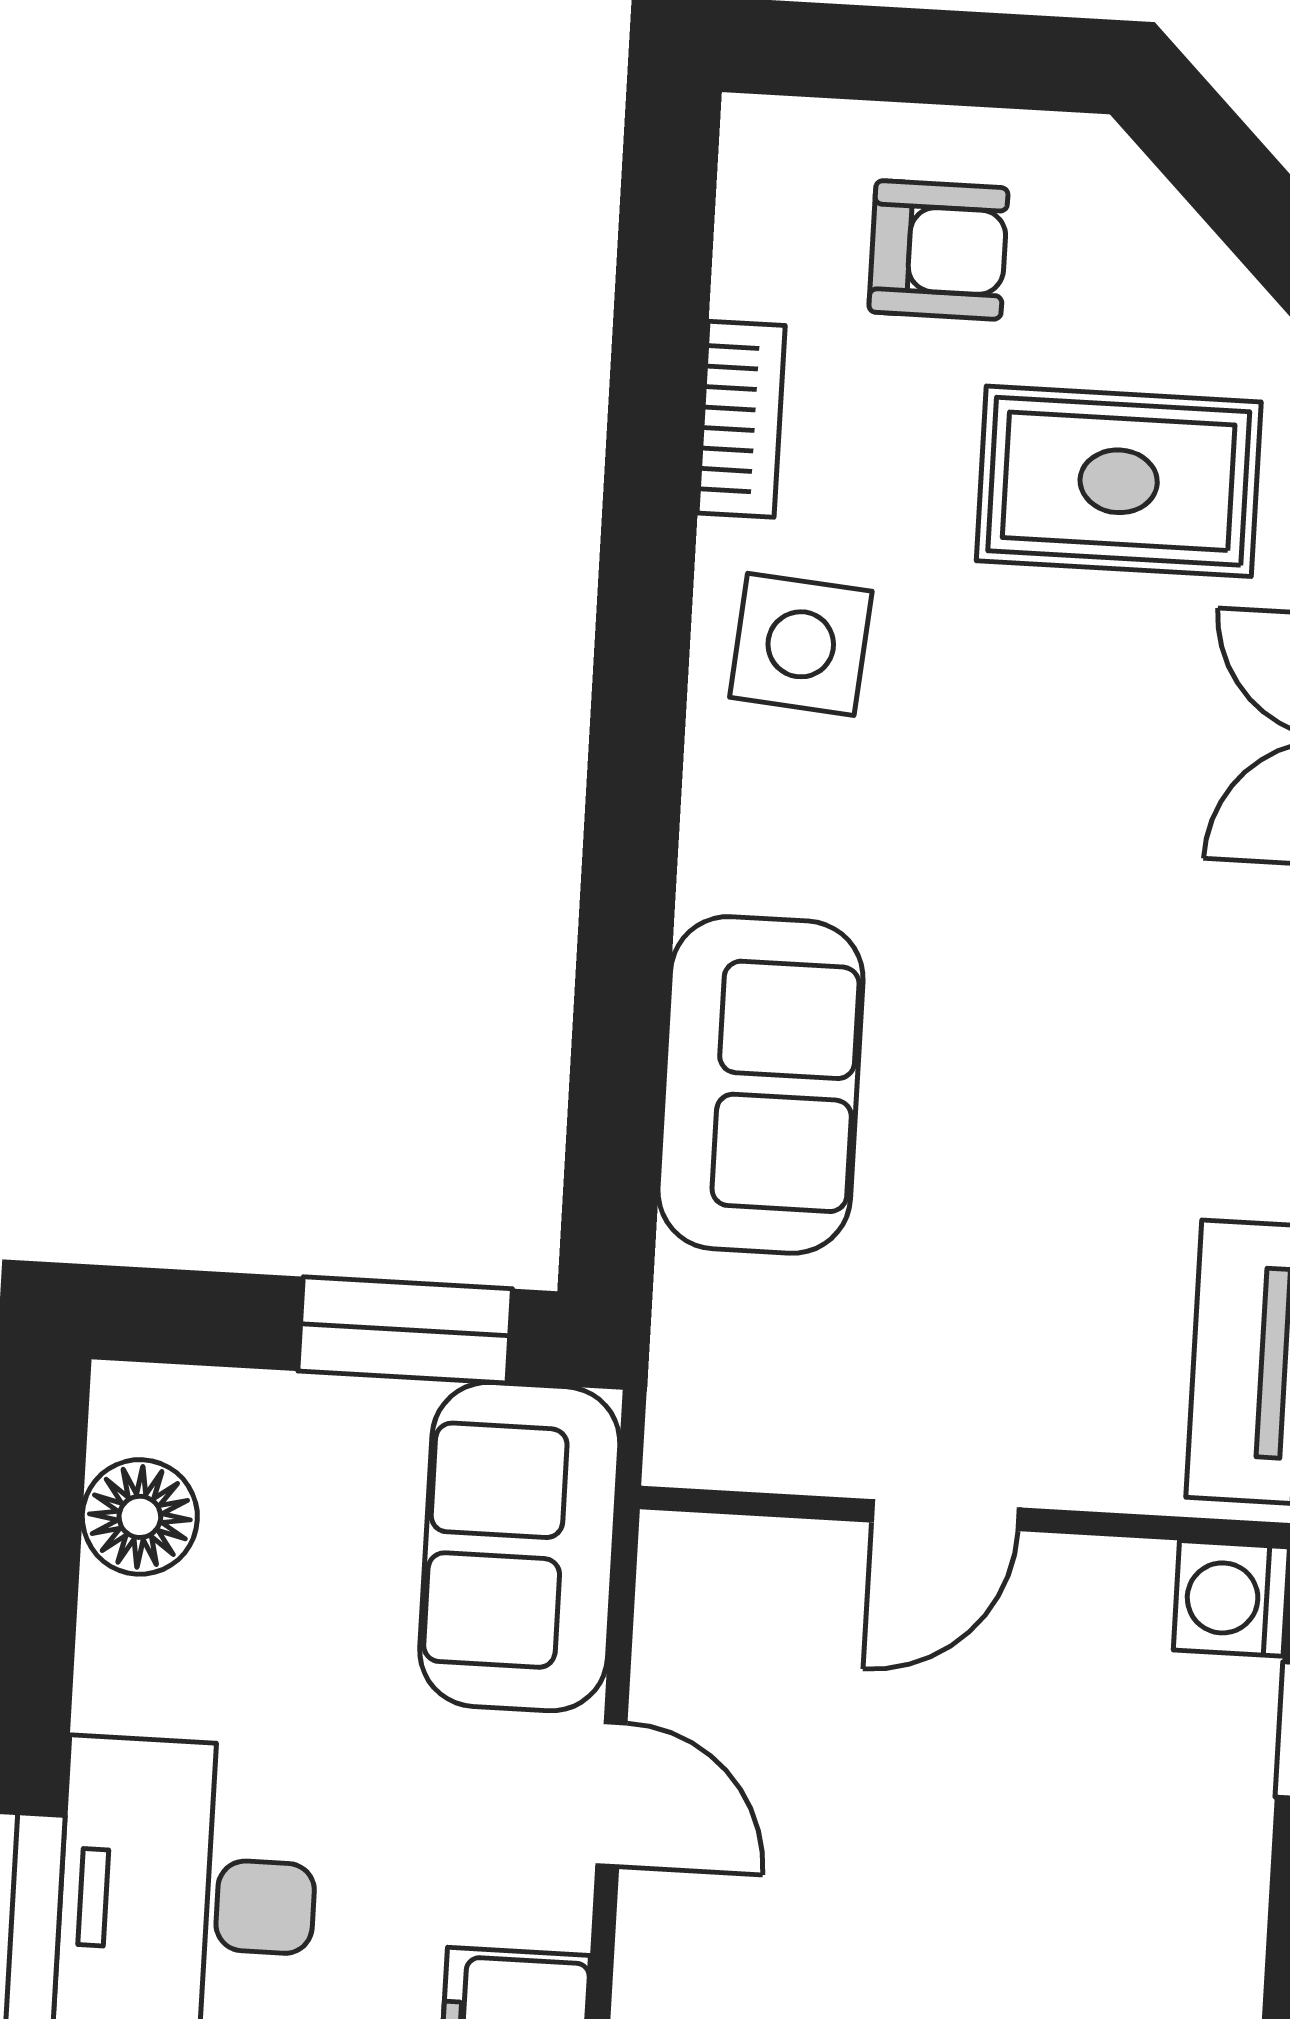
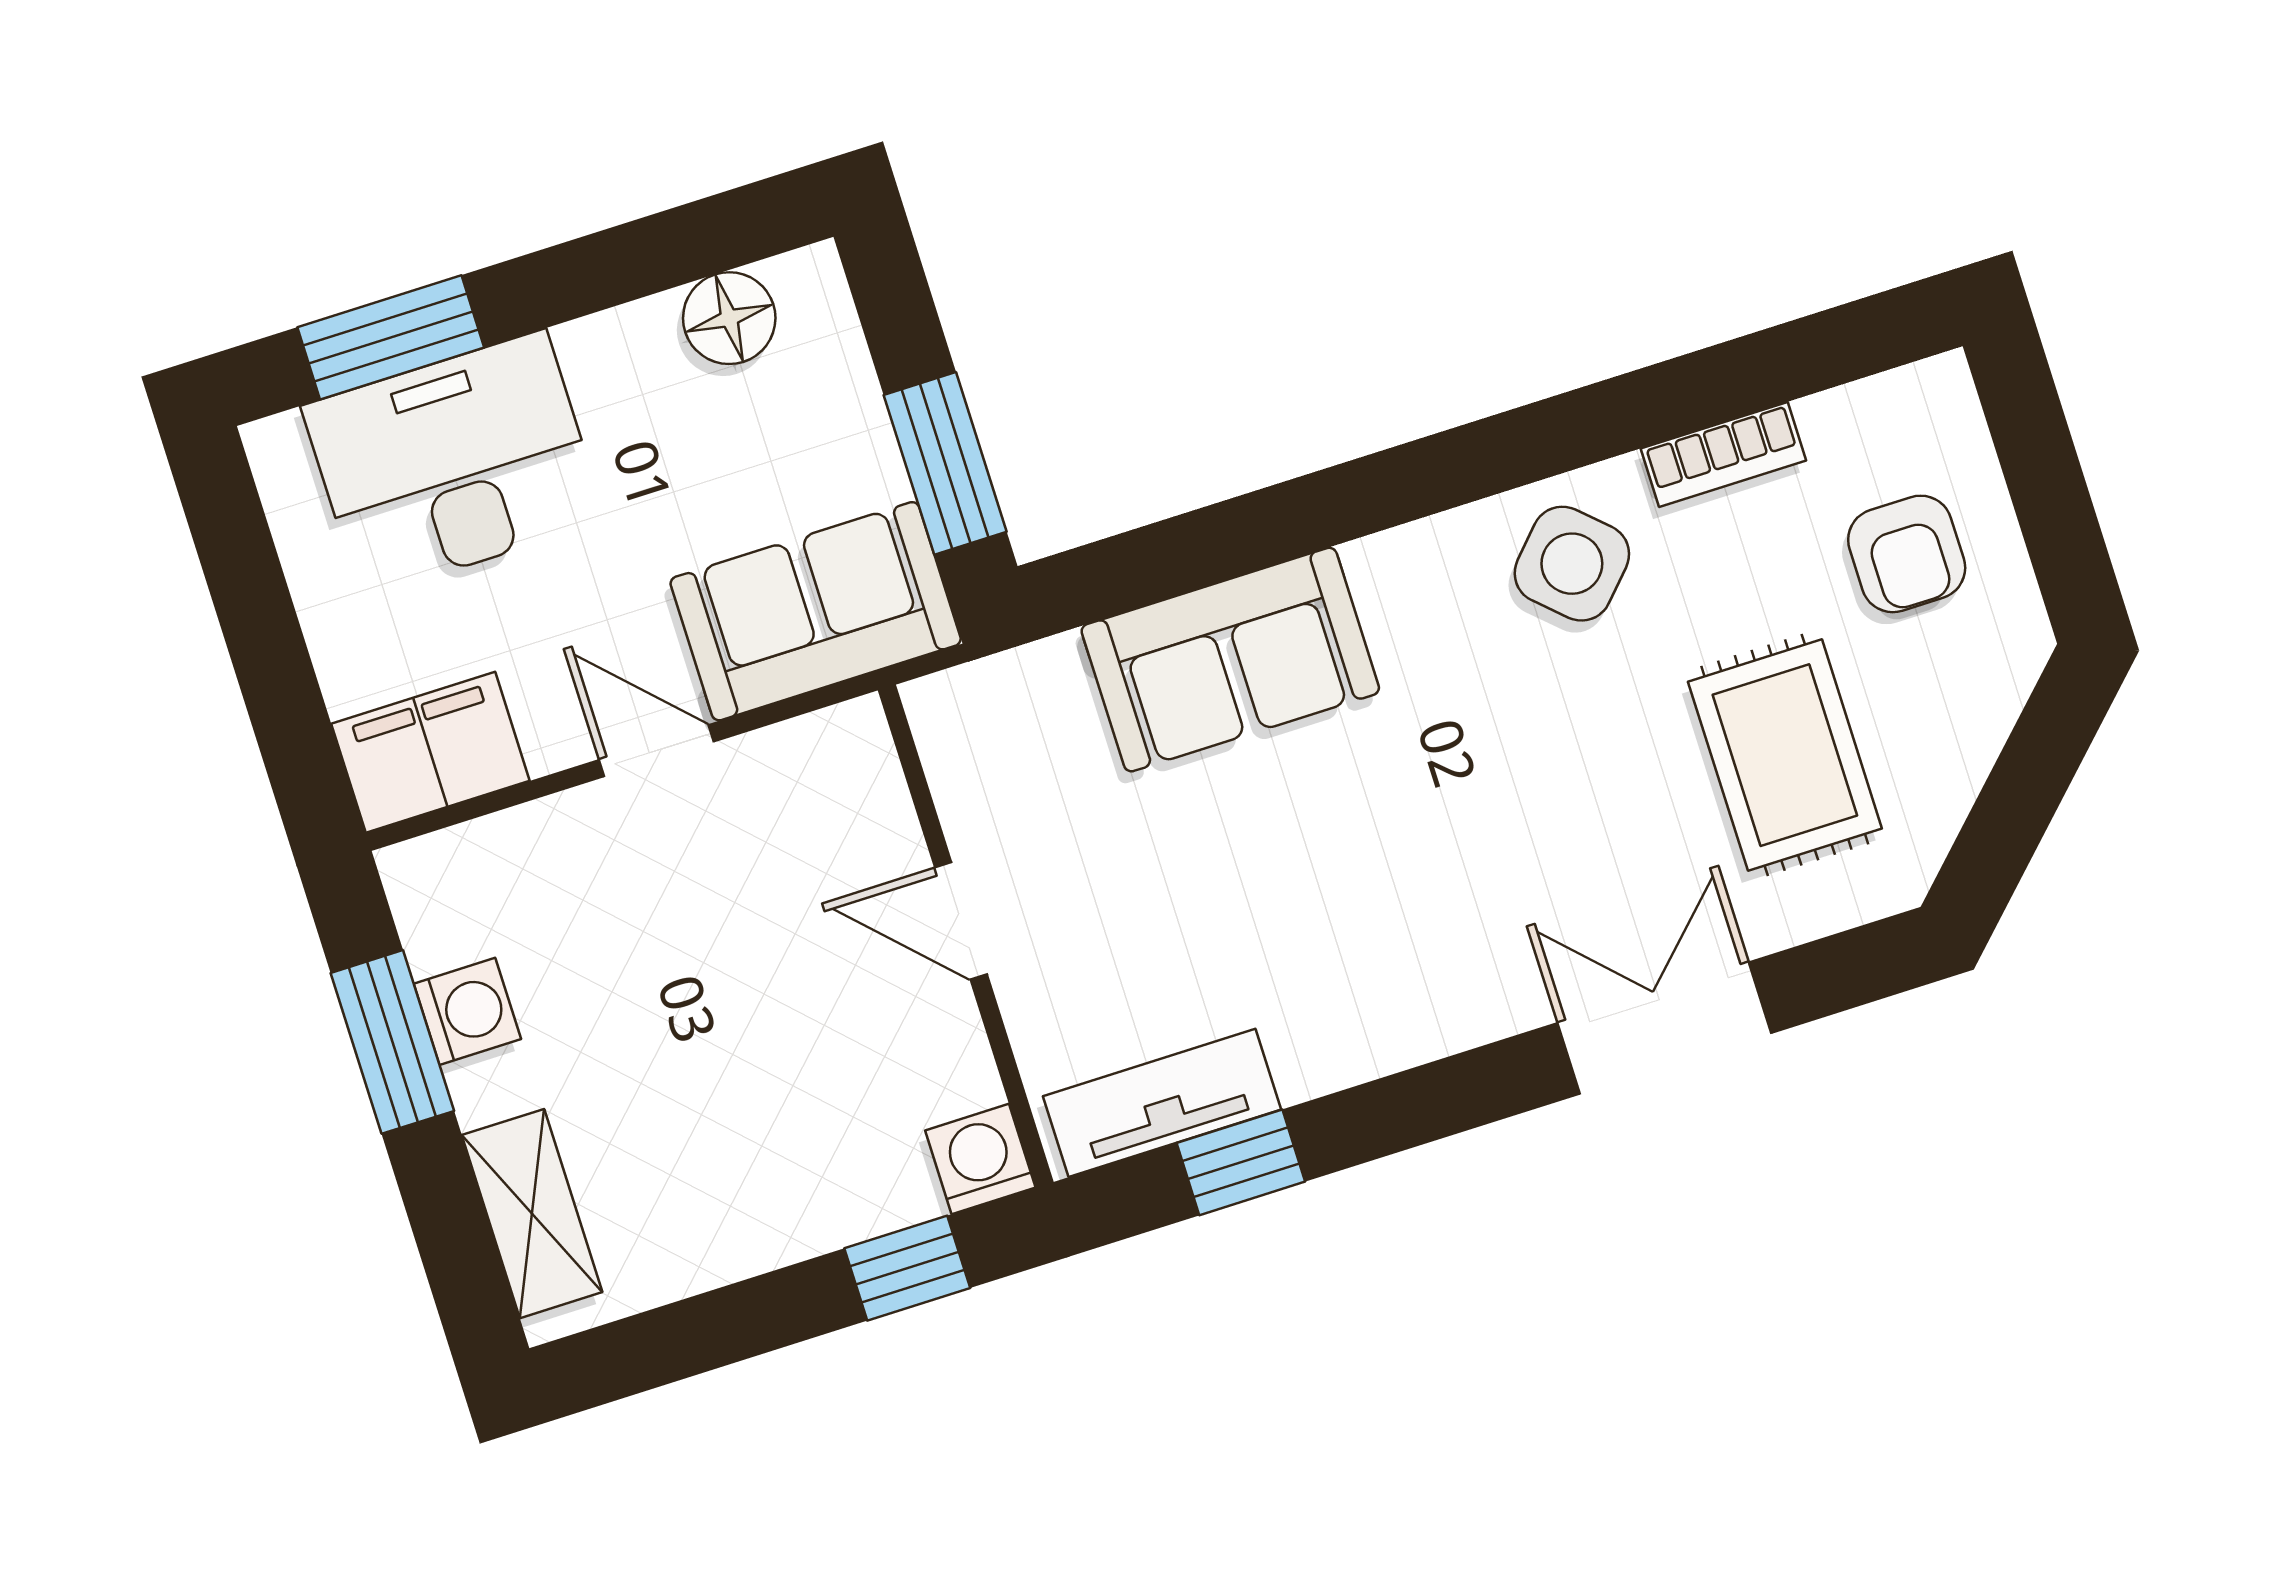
side table: (801, 644) -> (1572, 564), turned 38
door: (611, 1794) -> (656, 751), swing flipped

